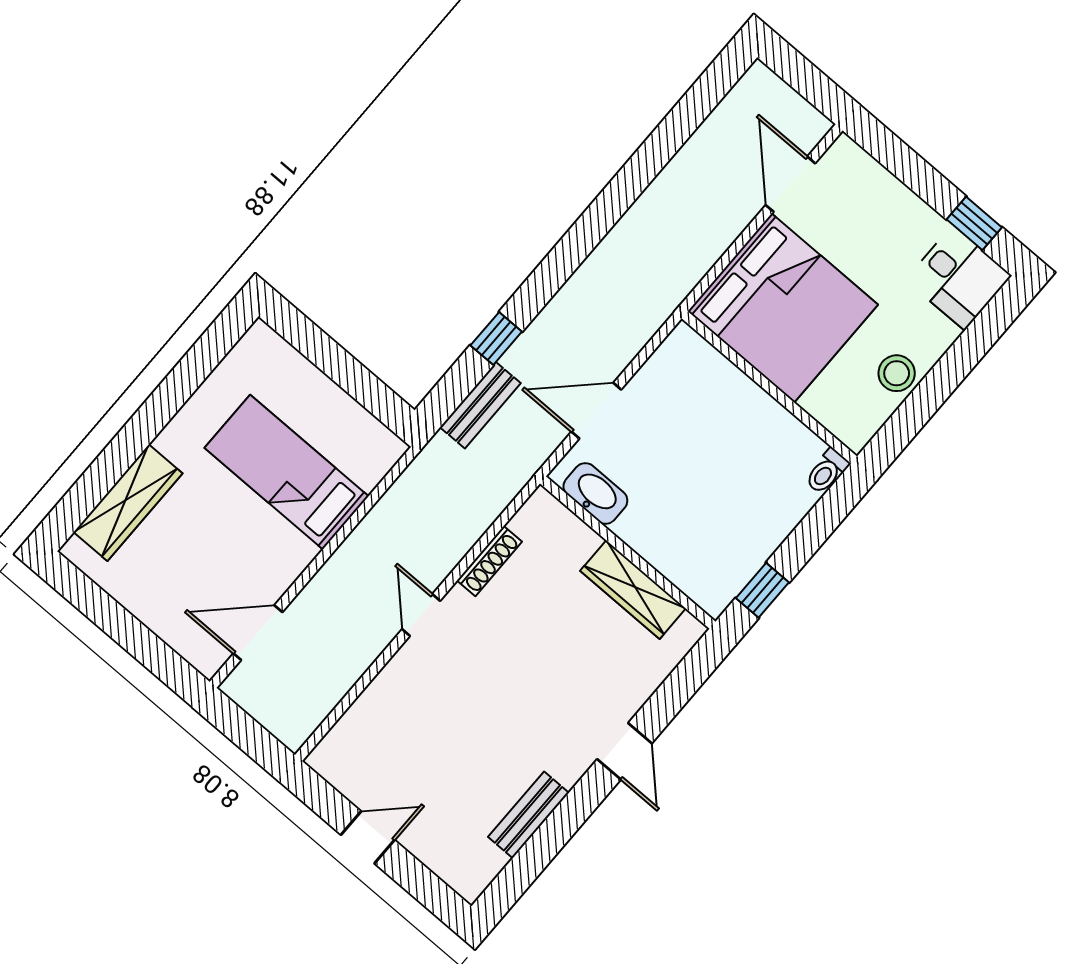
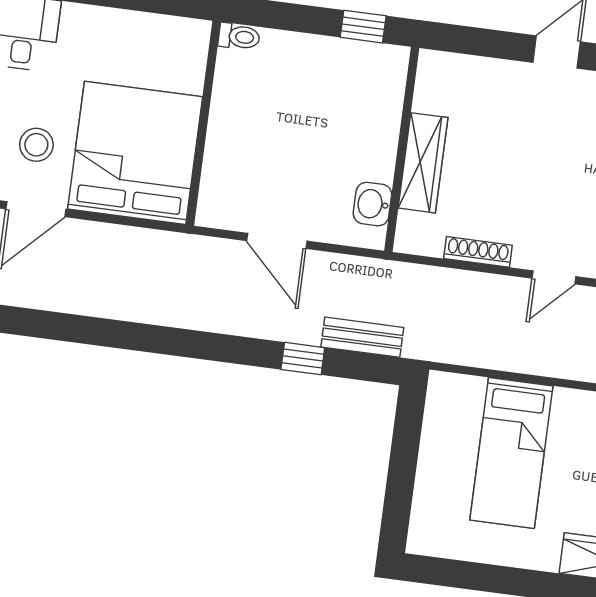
stool: (897, 373) -> (36, 145), moved
door: (596, 411) -> (277, 241), moved
washbasin: (595, 493) -> (372, 204), width x0.72
wardrobe: (633, 590) -> (423, 163), moved

